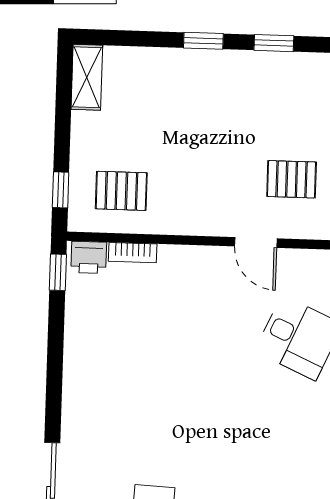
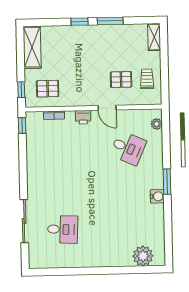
window: (274, 43) -> (110, 21), width x1.50
shelving: (87, 77) -> (32, 47), width x1.50, depth x1.33
printer: (89, 257) -> (83, 117), moved

